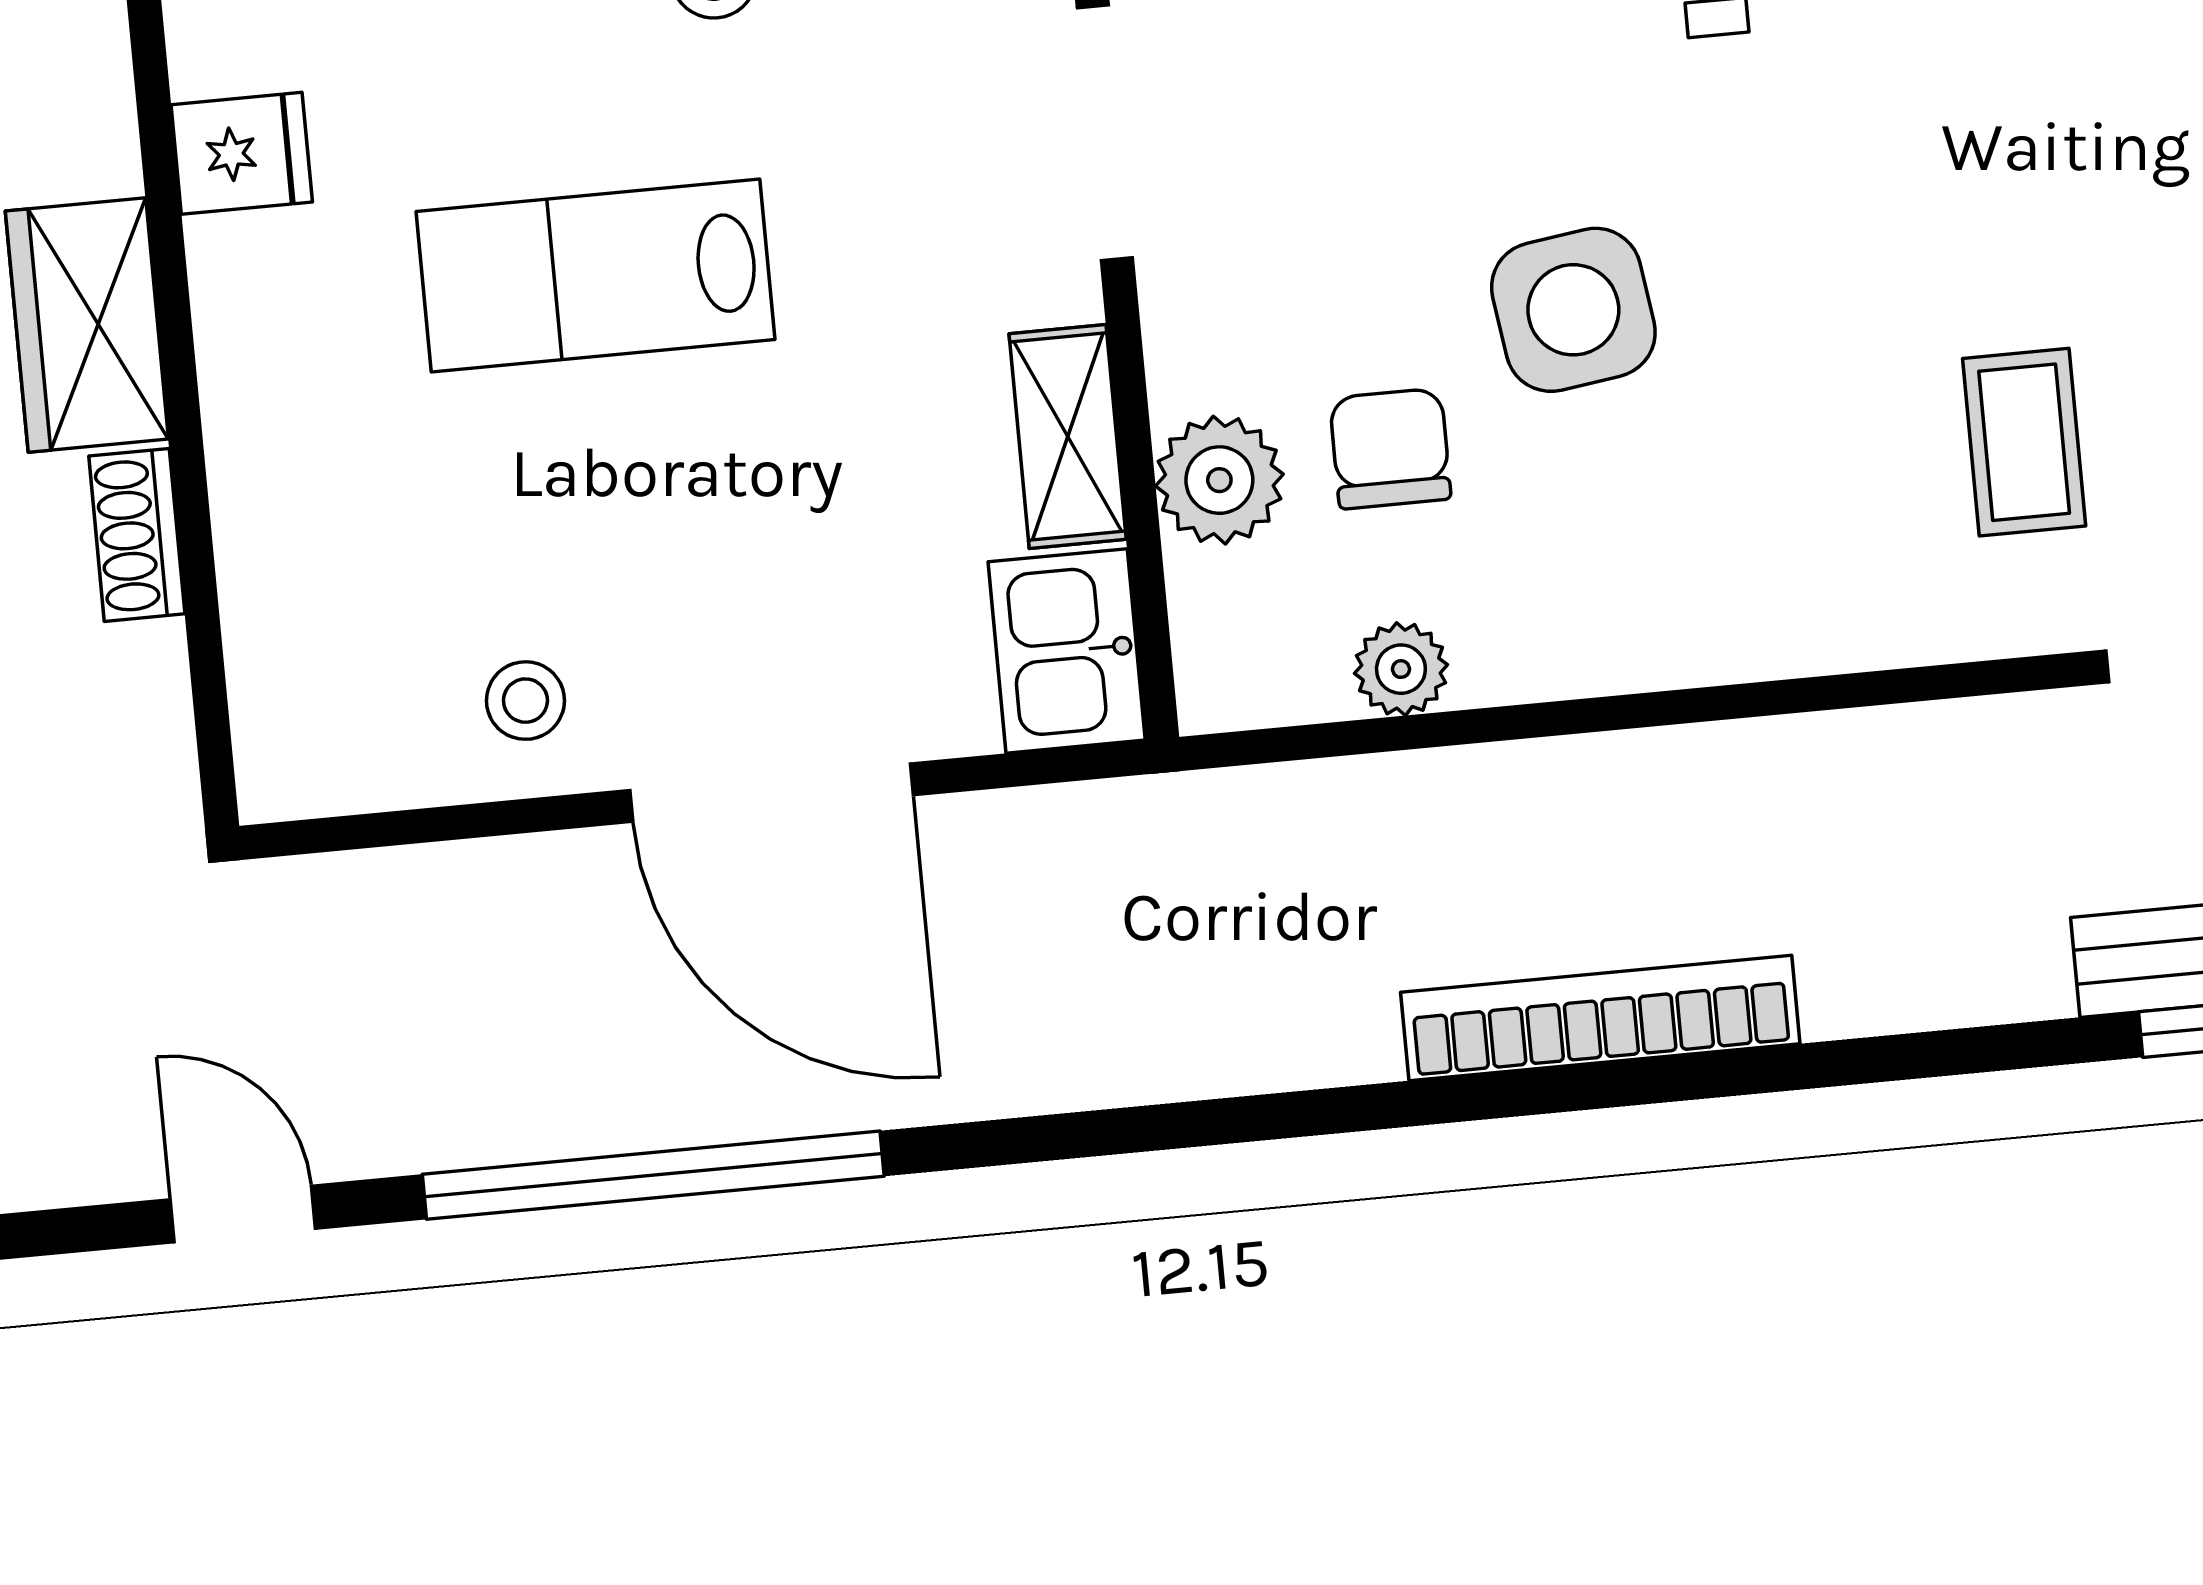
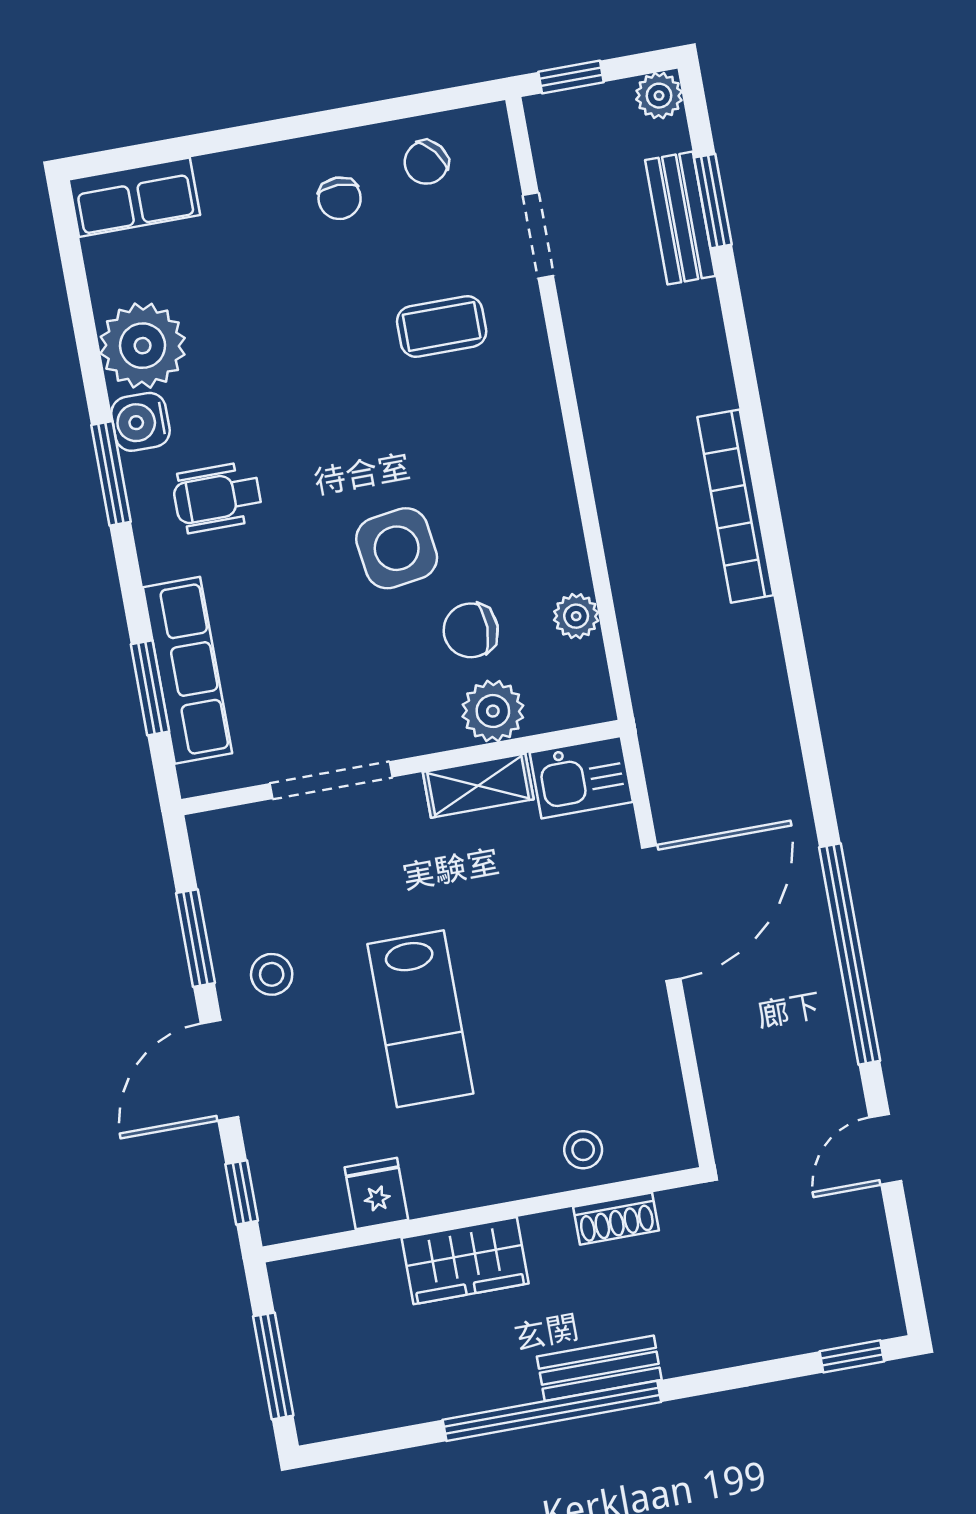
shoe rack: (137, 535) -> (616, 1219), moved
stool: (525, 701) -> (583, 1150), moved

